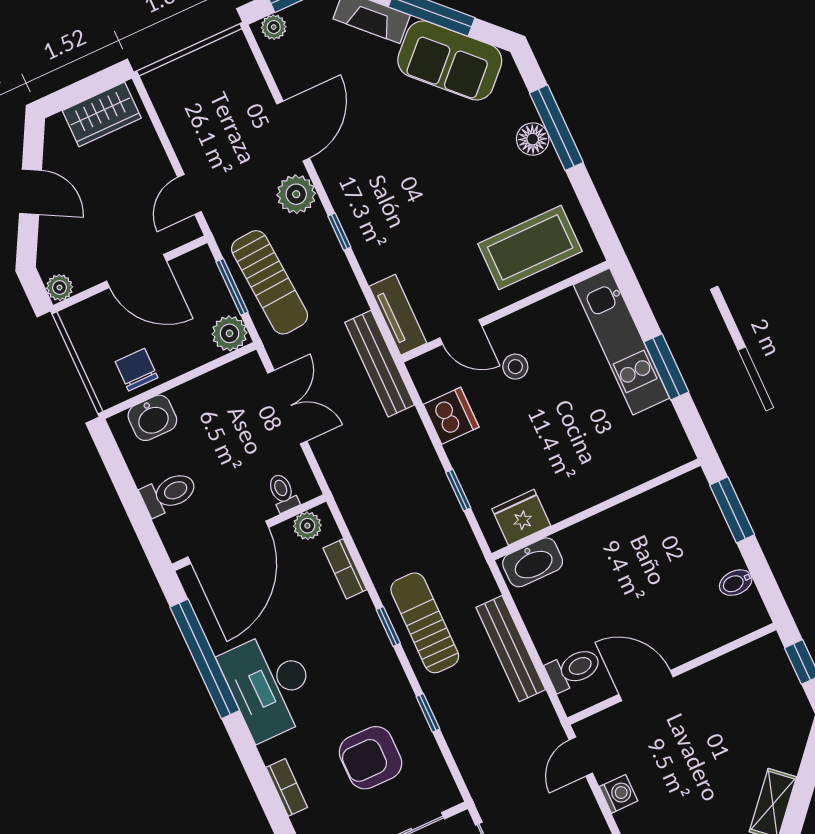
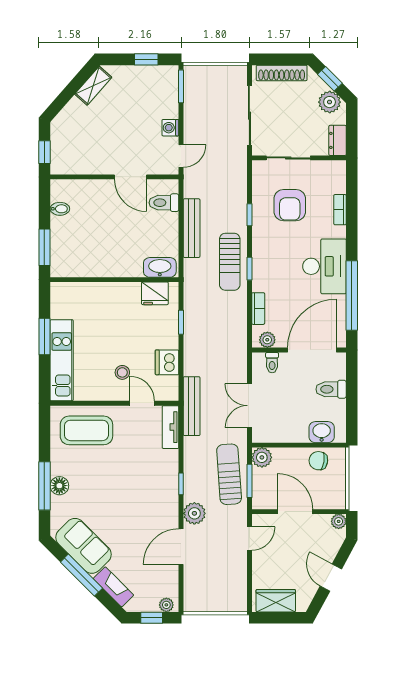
chair: (137, 370) -> (318, 461), turned 99
armchair: (370, 758) -> (290, 205), turned 90

